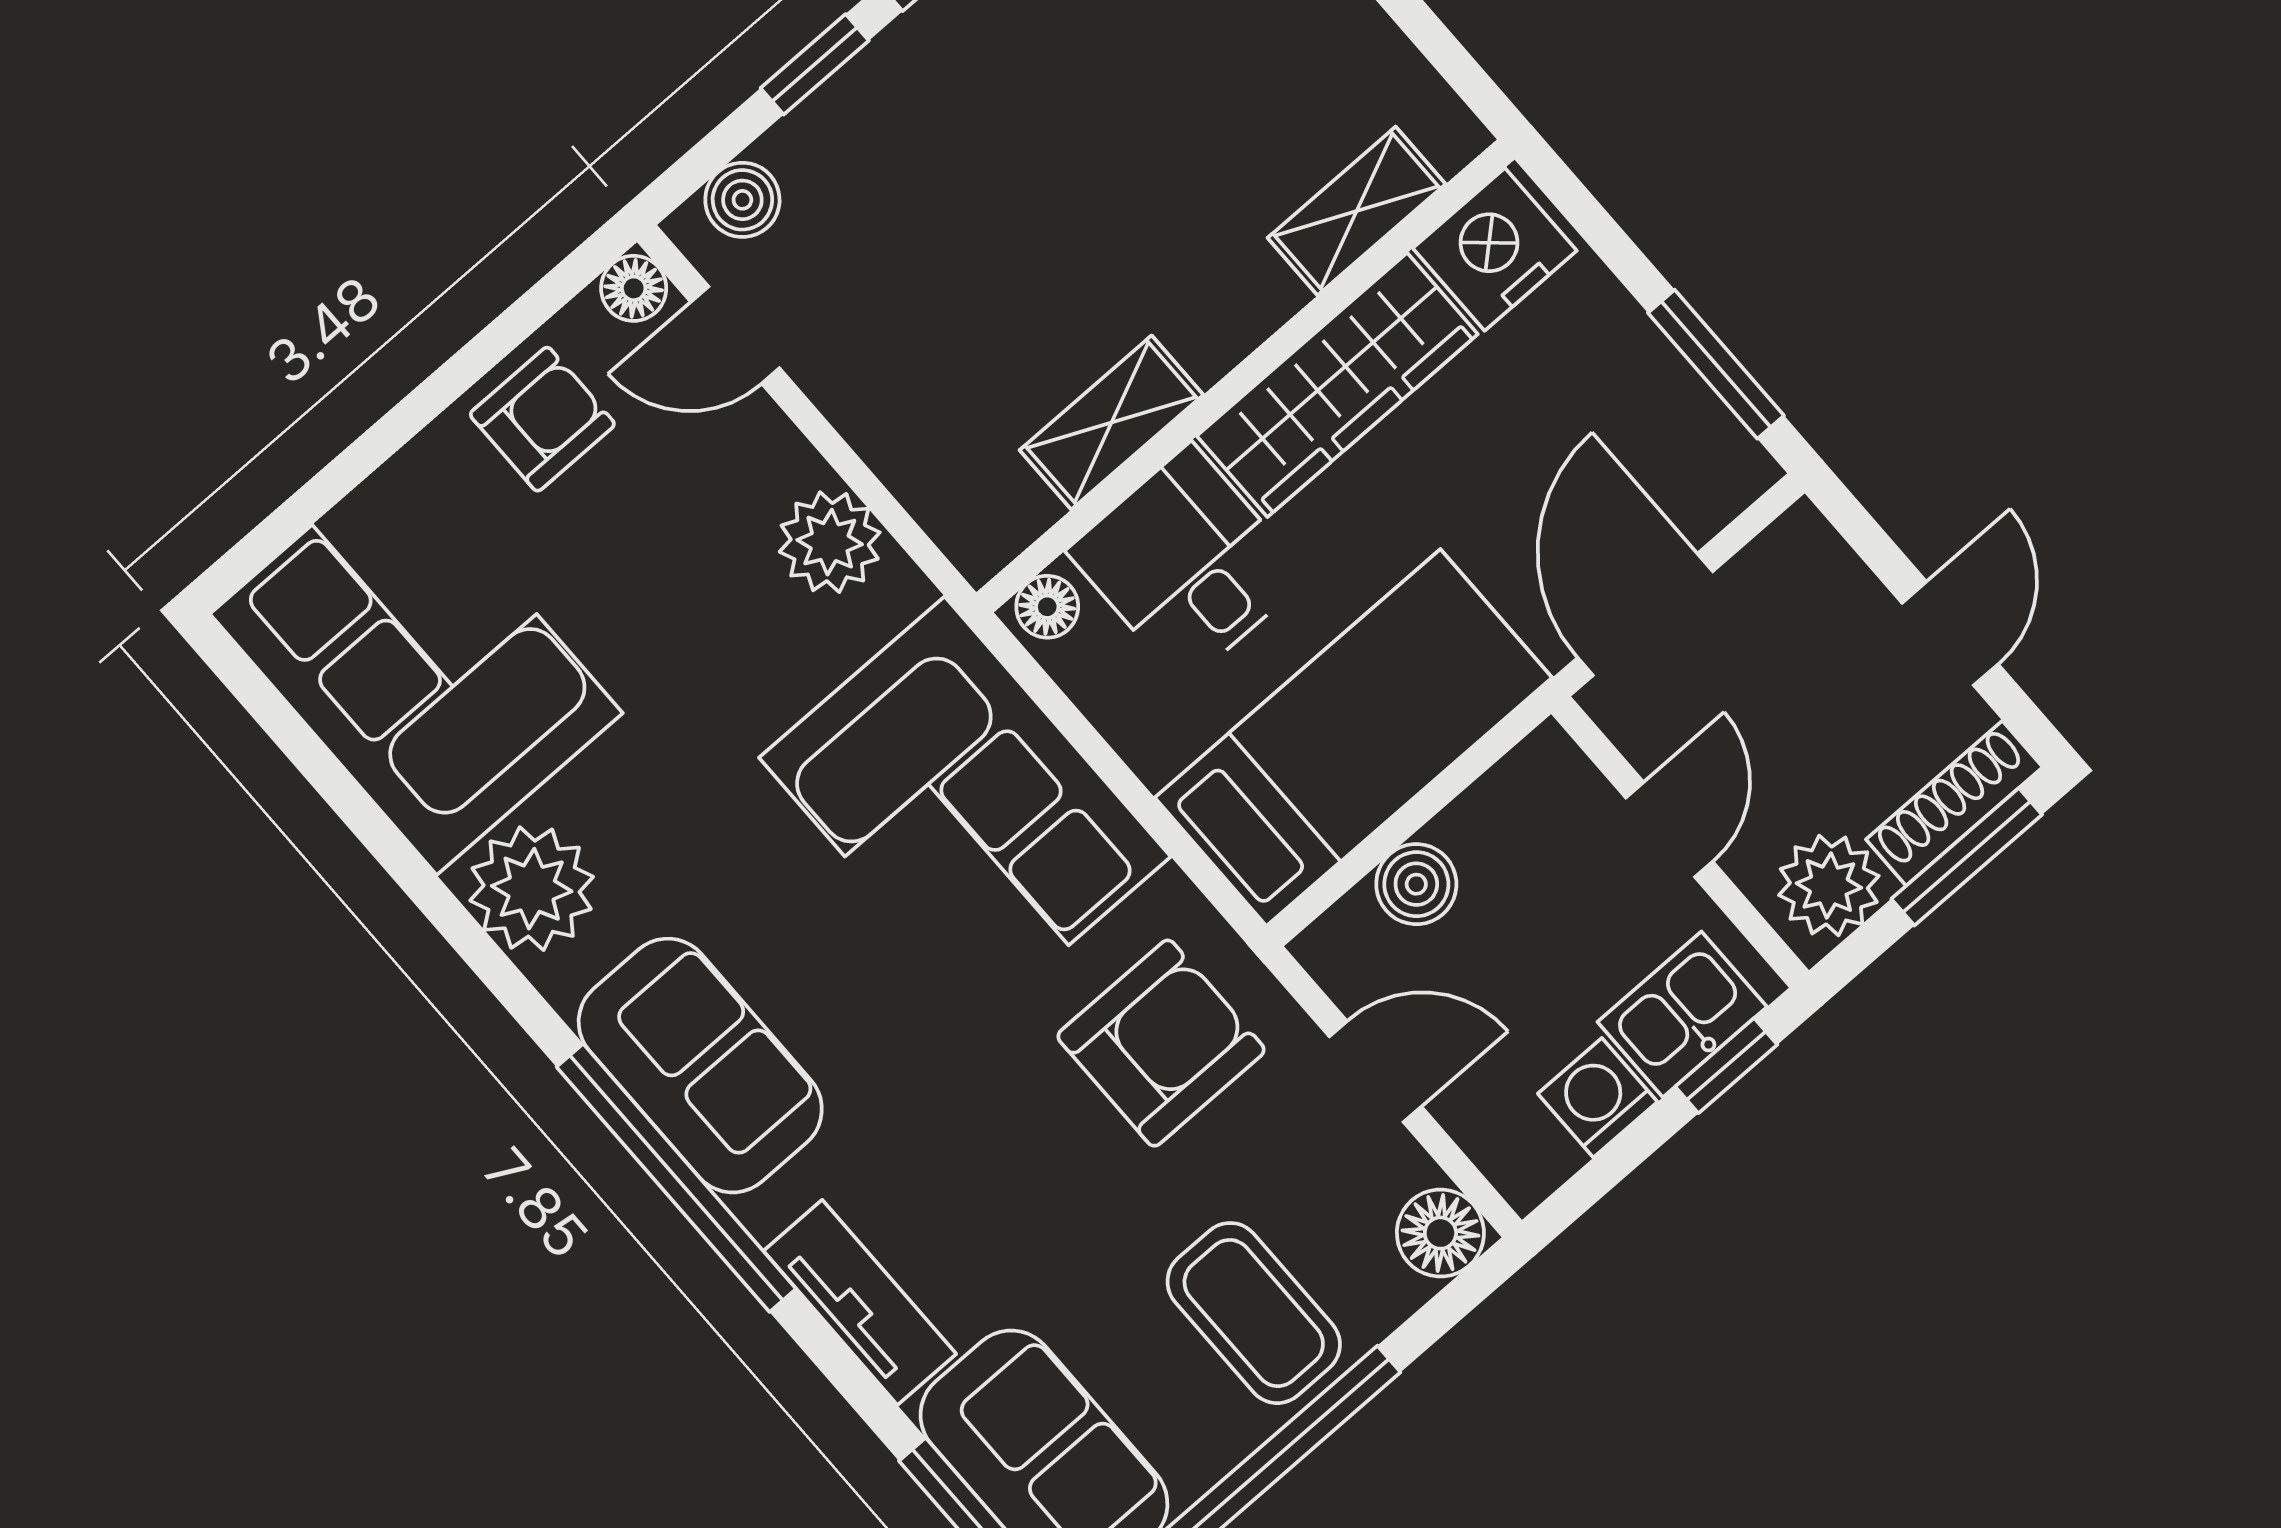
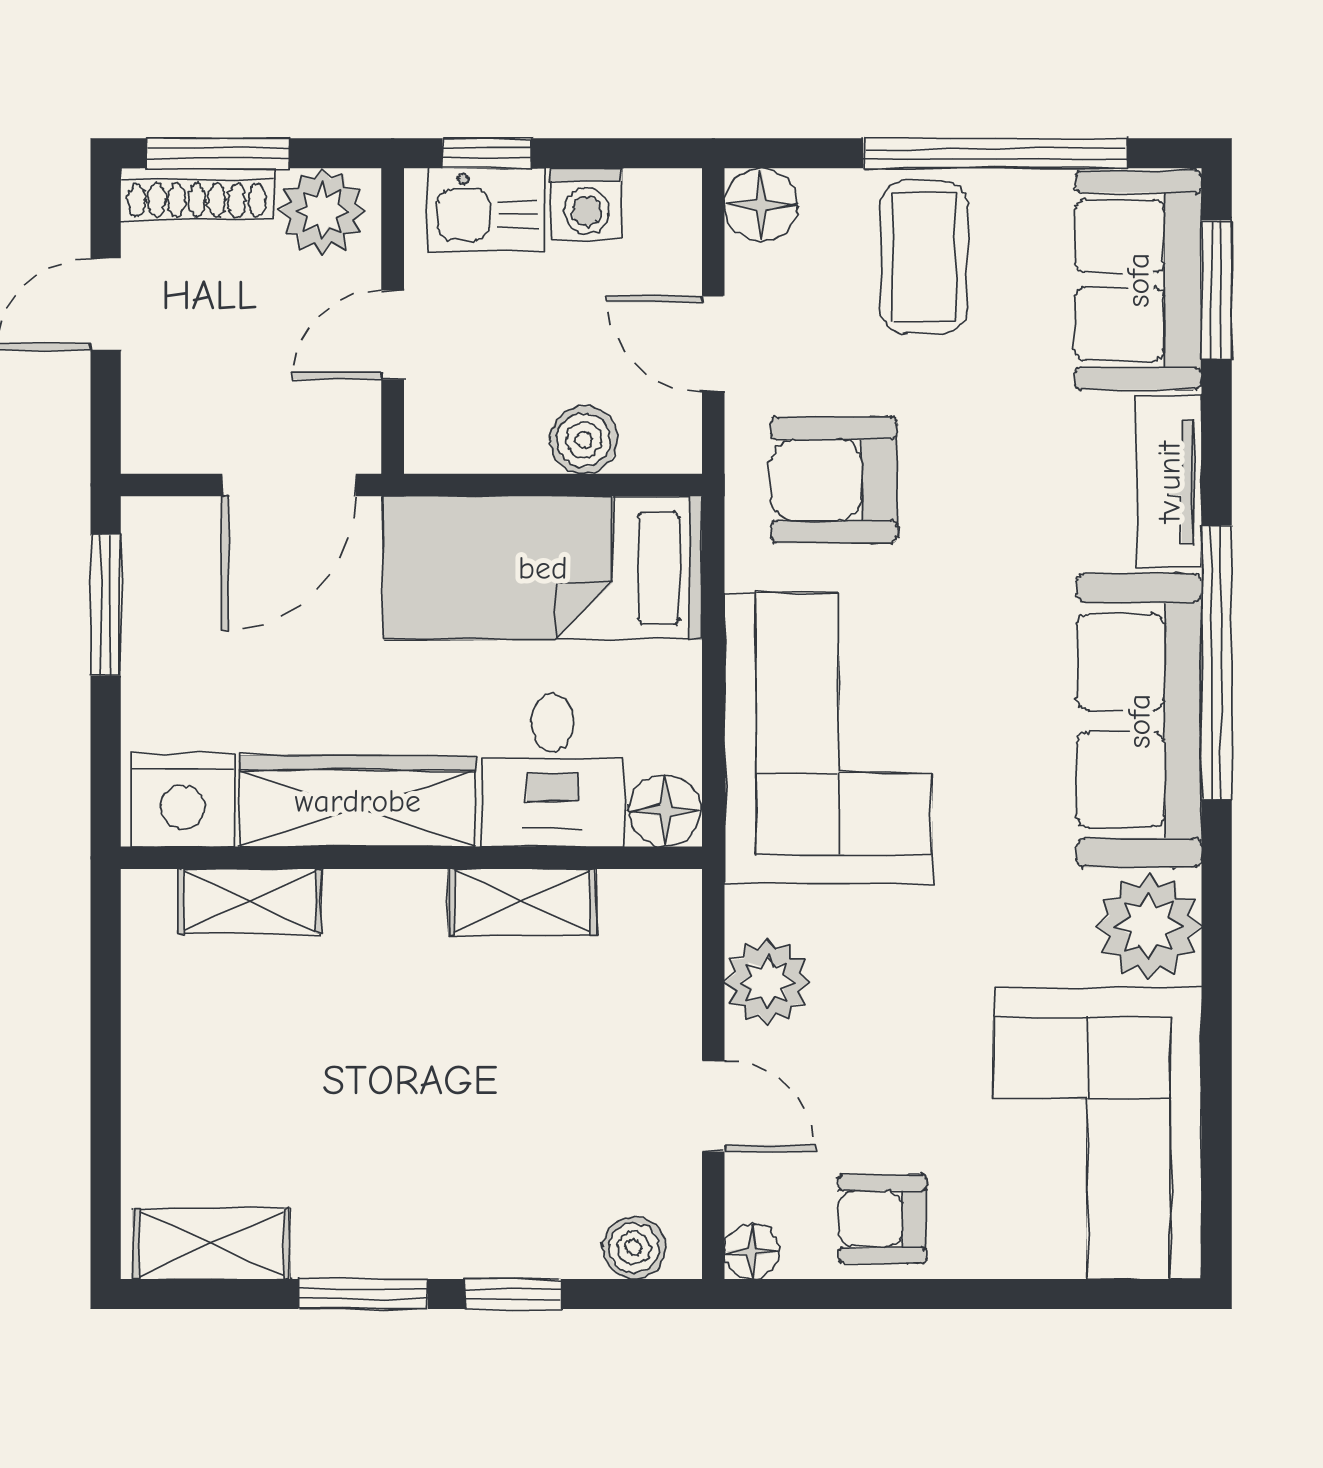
door: (735, 335) -> (713, 1106), moved
floor lamp: (1047, 607) -> (665, 811), width x1.37, depth x1.37
sofa: (700, 1066) -> (1139, 721), width x1.36

